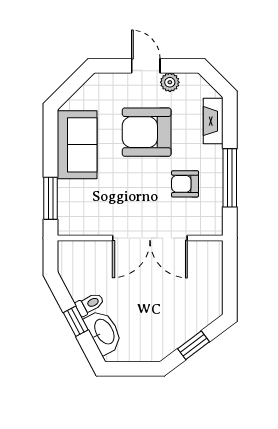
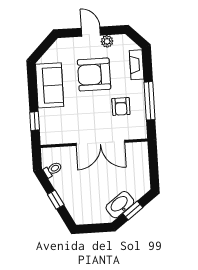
armchair: (185, 184) -> (121, 106), turned -90
window: (51, 198) -> (35, 121), width x0.67
toilet: (90, 304) -> (53, 169), moved
washbasin: (104, 332) -> (120, 205), moved, turned -99

